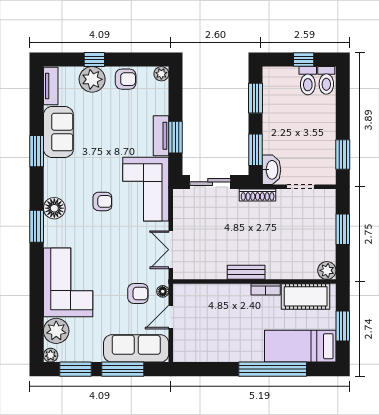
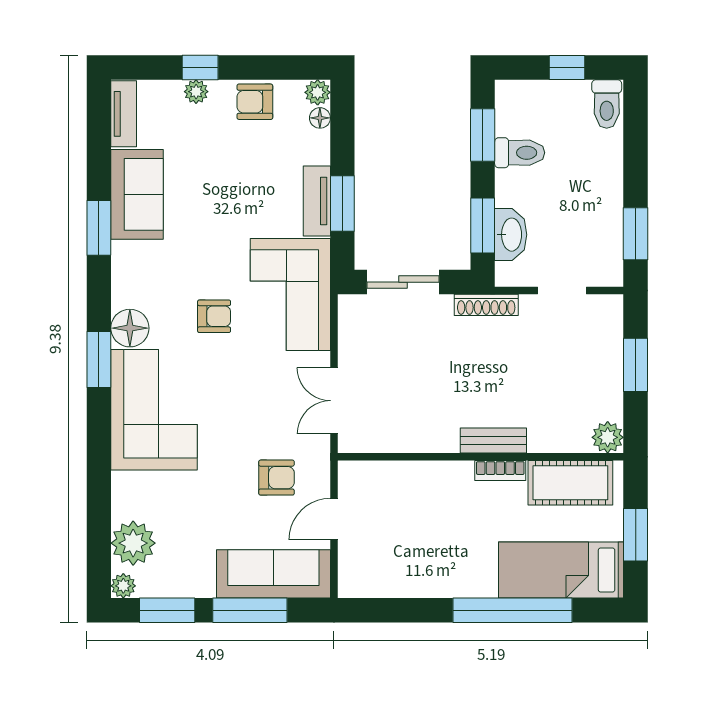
plant: (92, 79) -> (196, 92), width x0.53, depth x0.53
armchair: (126, 79) -> (255, 102), turned 180
toilet: (308, 81) -> (520, 153), moved, turned -90
washbasin: (271, 170) -> (511, 235), moved
bench: (246, 272) -> (493, 440), moved
corner sofa: (68, 282) -> (154, 410), moved
floor lamp: (163, 291) -> (320, 118), moved

